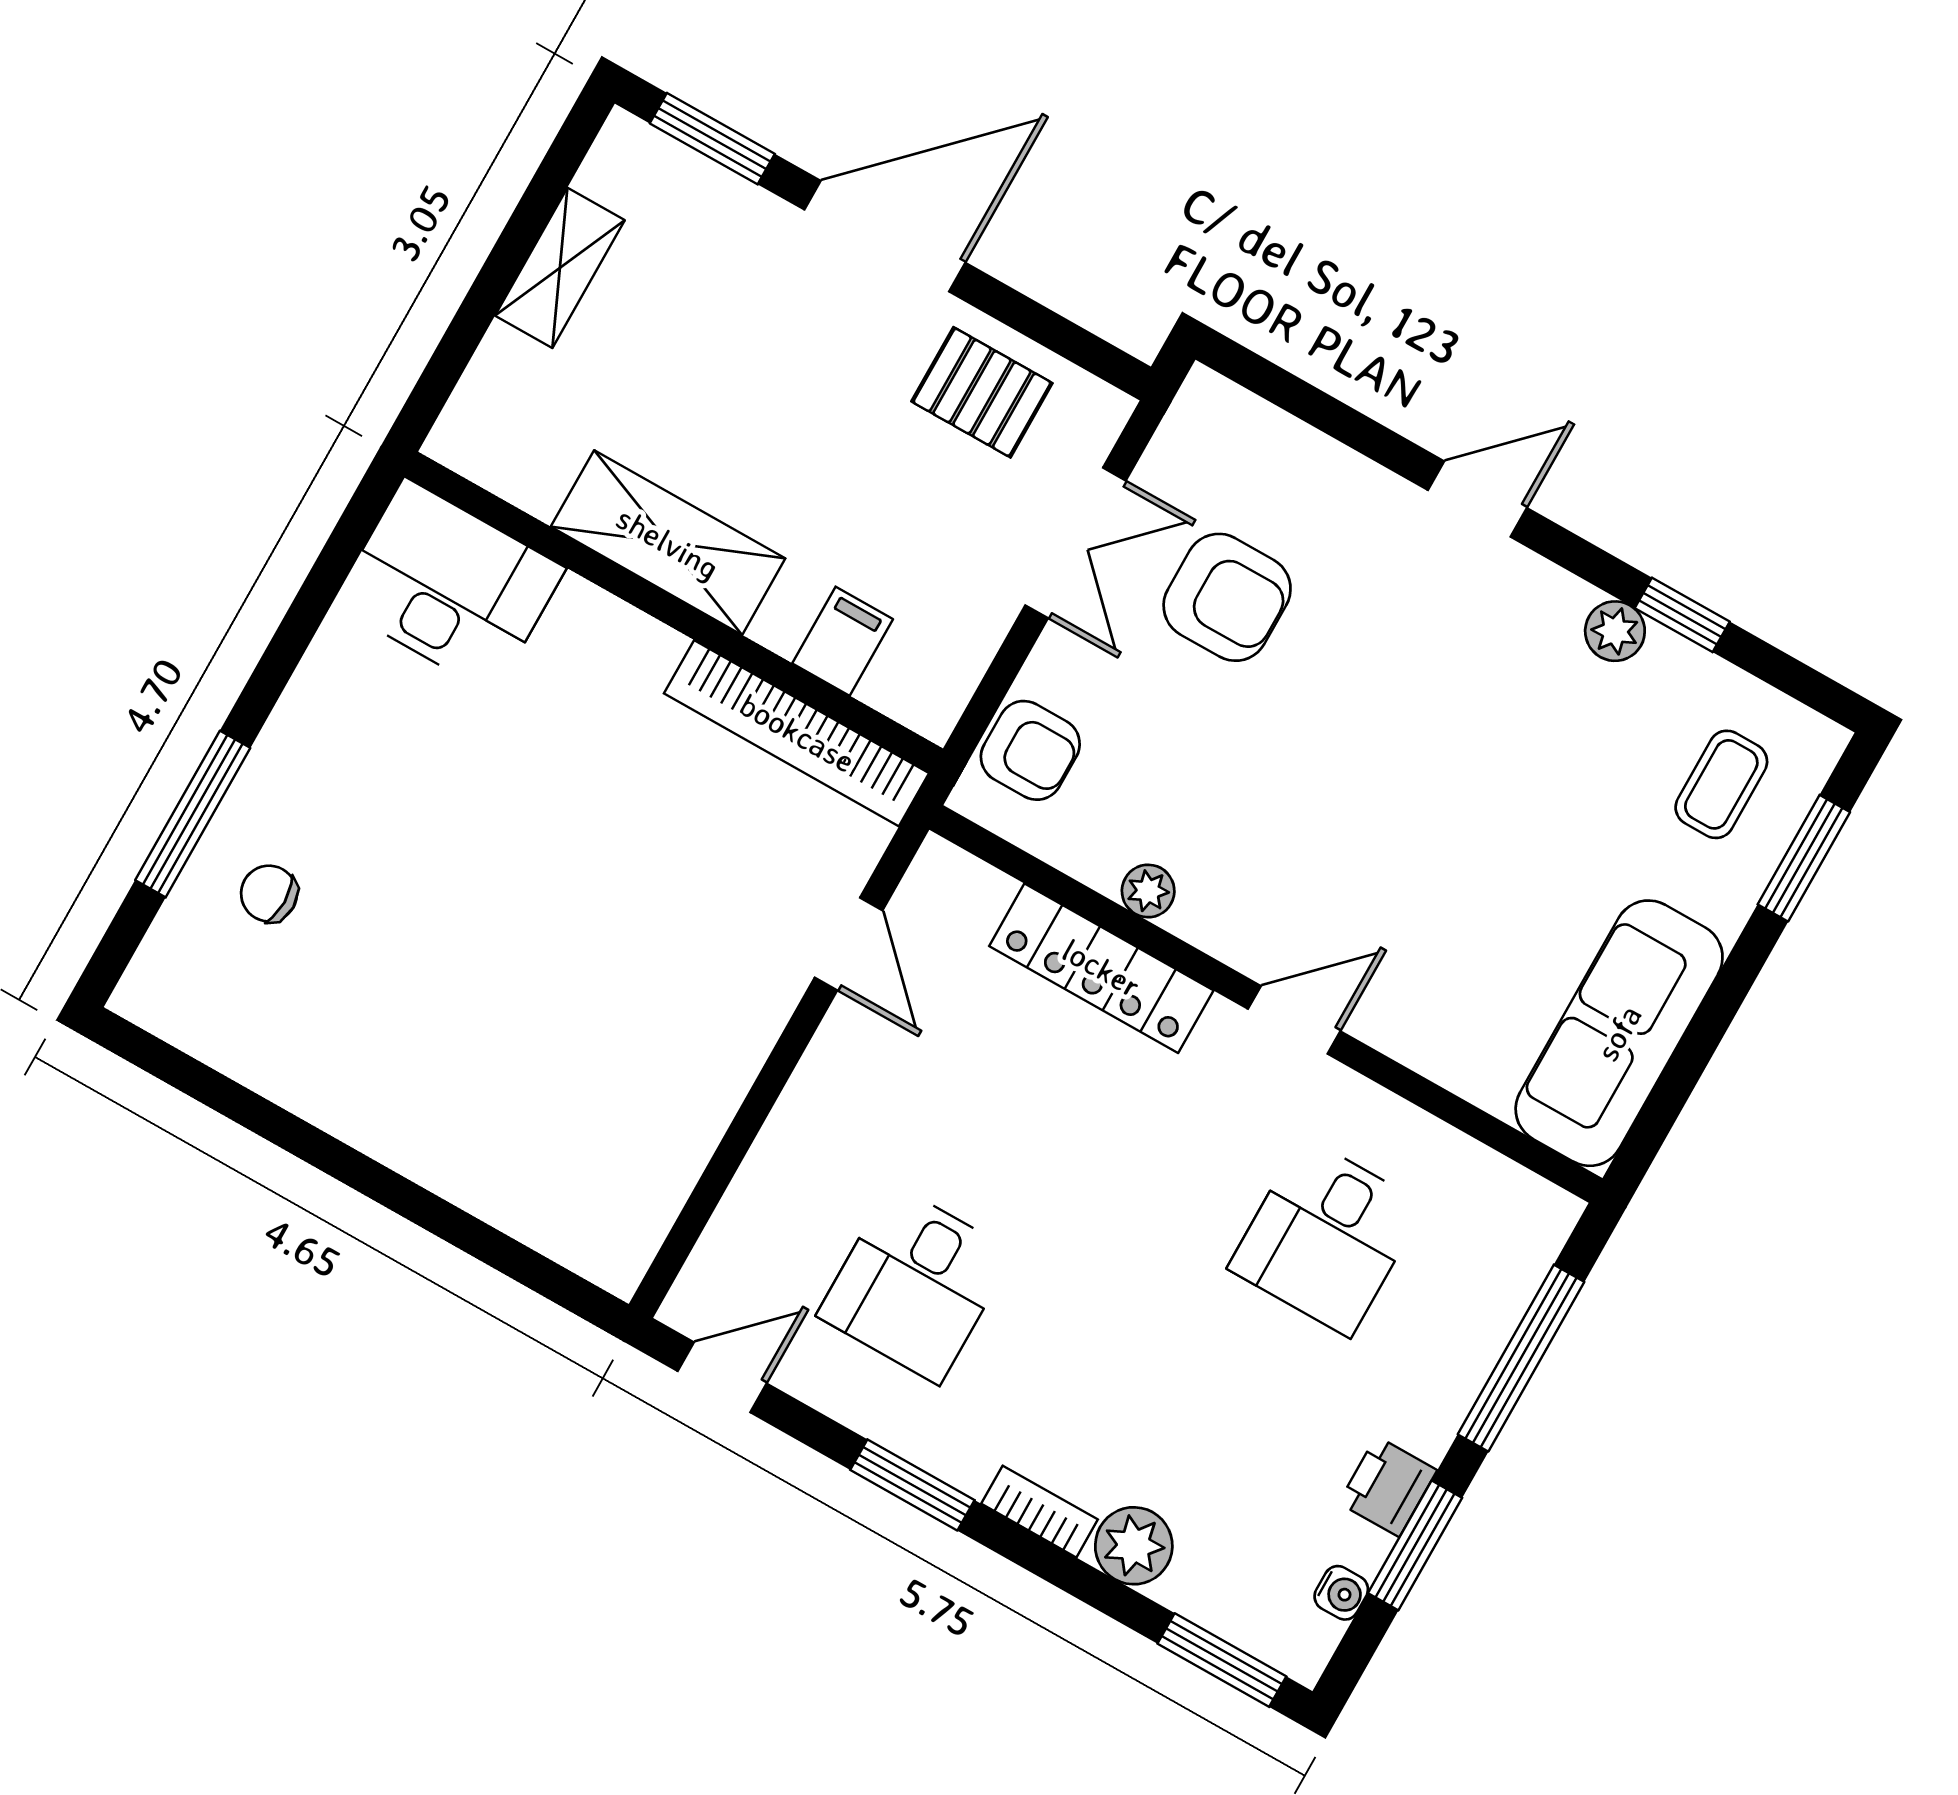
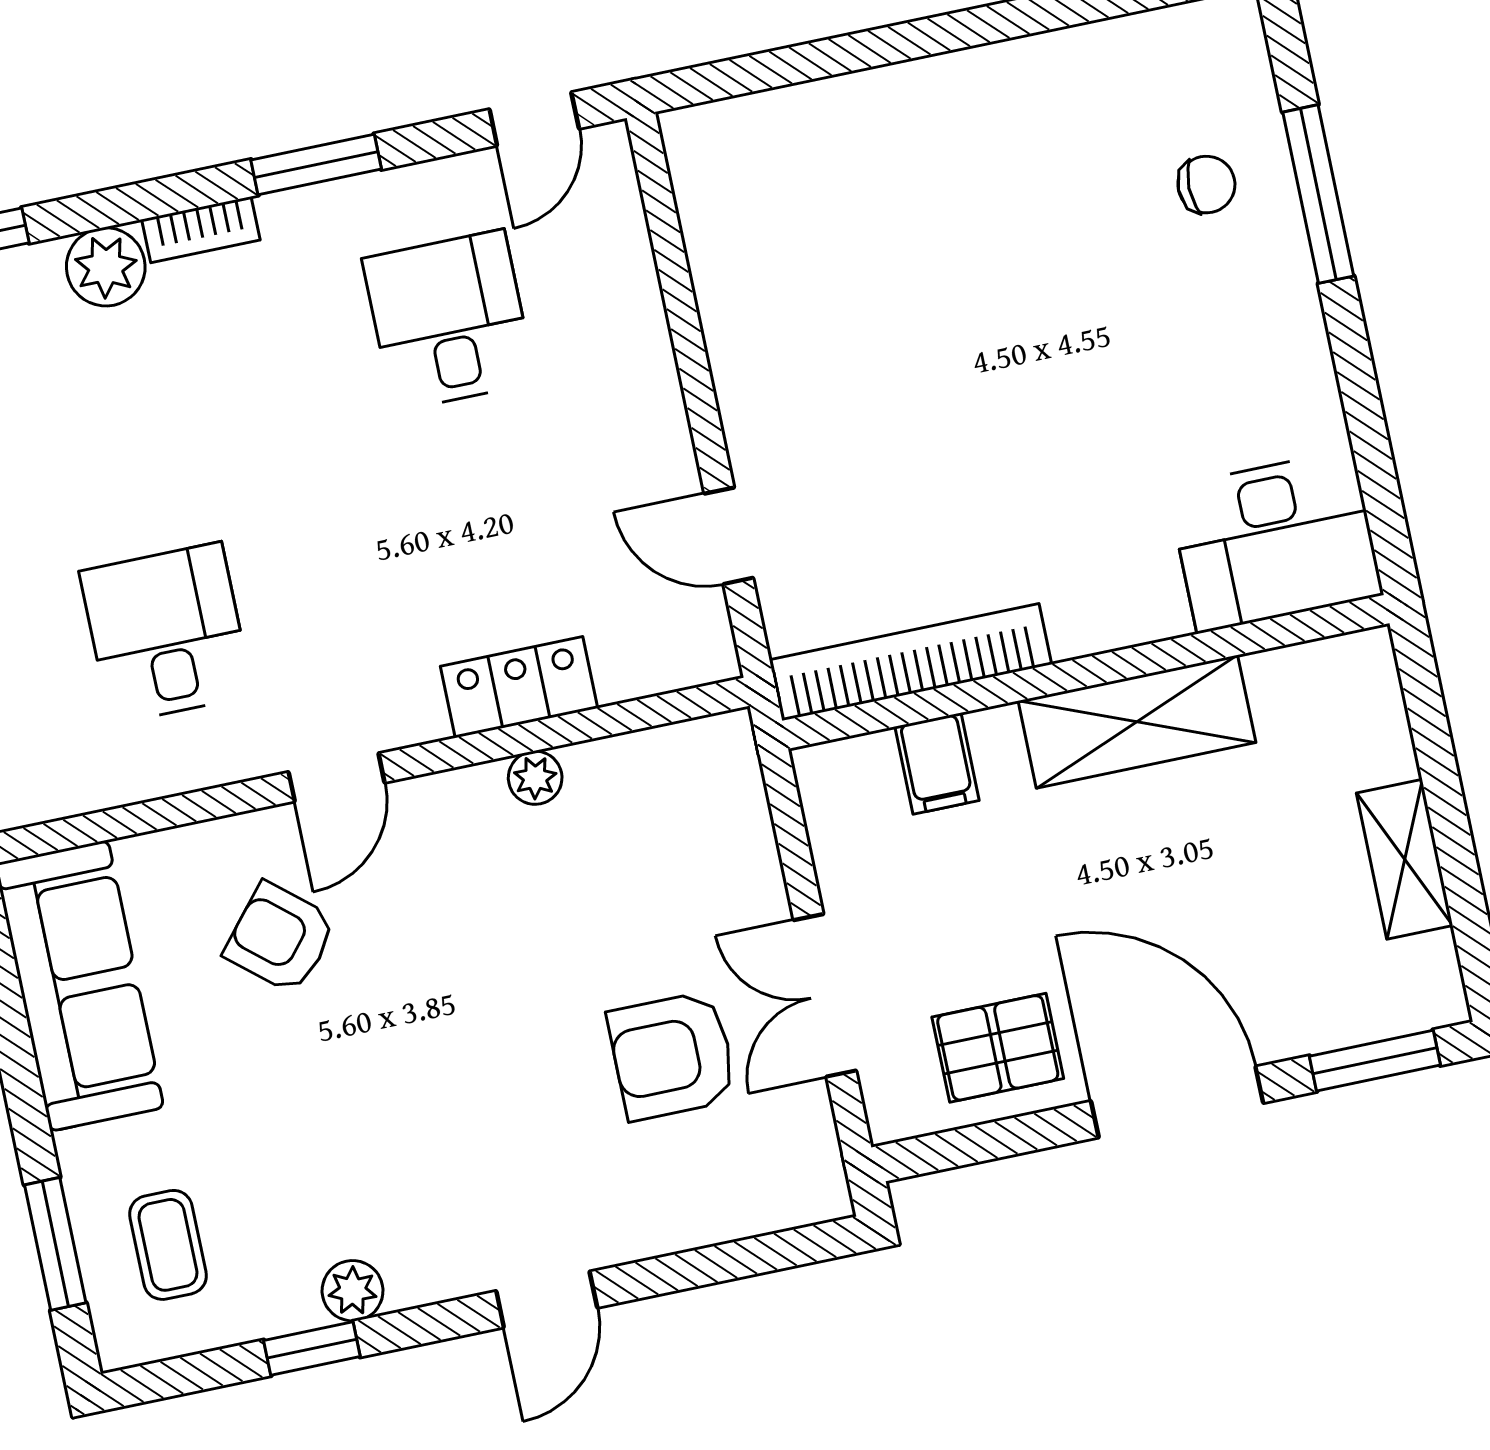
door: (885, 236) -> (1177, 1102), swing flipped
armchair: (1030, 750) -> (280, 938), moved, turned 40
locker: (1101, 968) -> (519, 687), width x0.66

